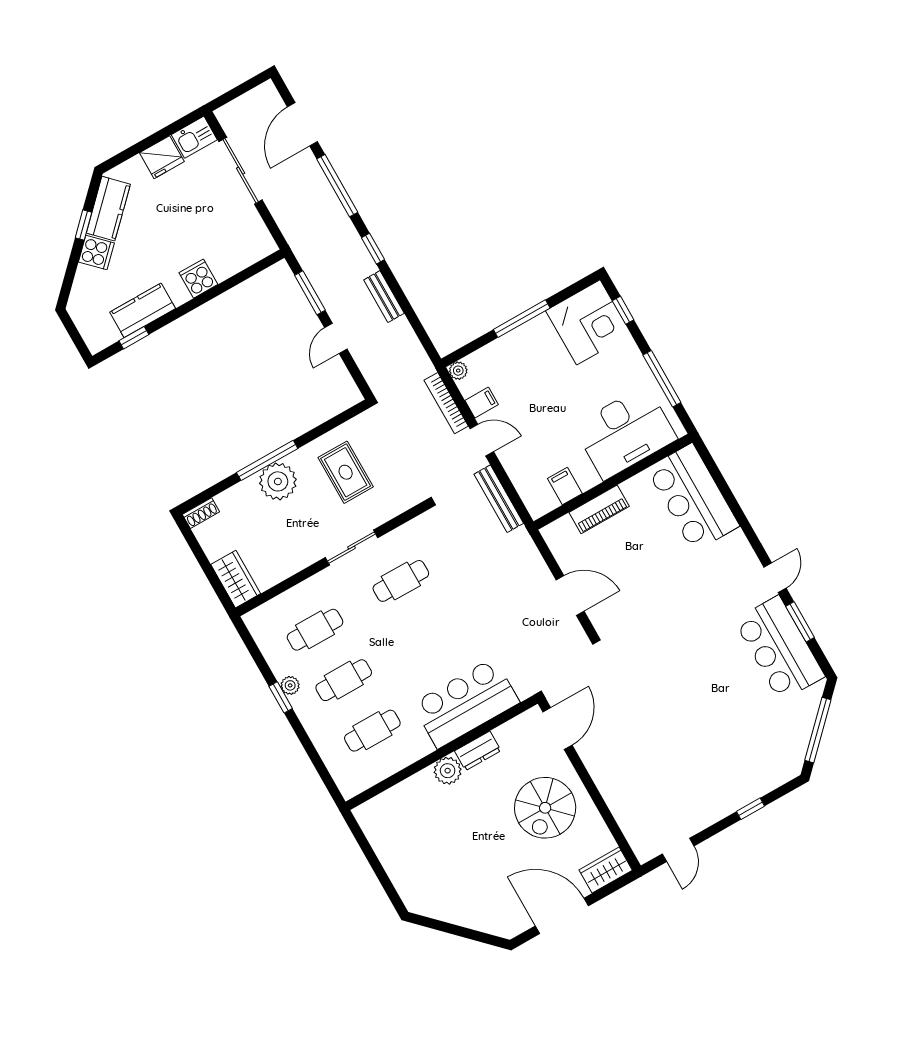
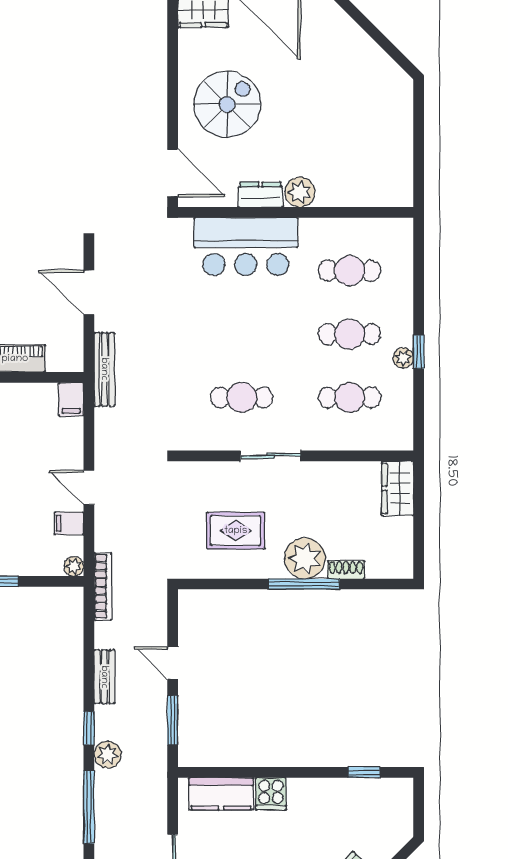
plant: (346, 236) -> (108, 755), added
kitchen counter: (143, 310) -> (221, 794), moved
door: (336, 338) -> (173, 663), swing flipped
bookcase: (446, 403) -> (103, 587), moved
rug: (346, 472) -> (236, 531), turned 90
filing cabinet: (565, 486) -> (71, 399), moved
bench: (499, 499) -> (104, 369), moved
shoe rack: (201, 513) -> (346, 570), moved
door: (557, 729) -> (173, 173), swing flipped

